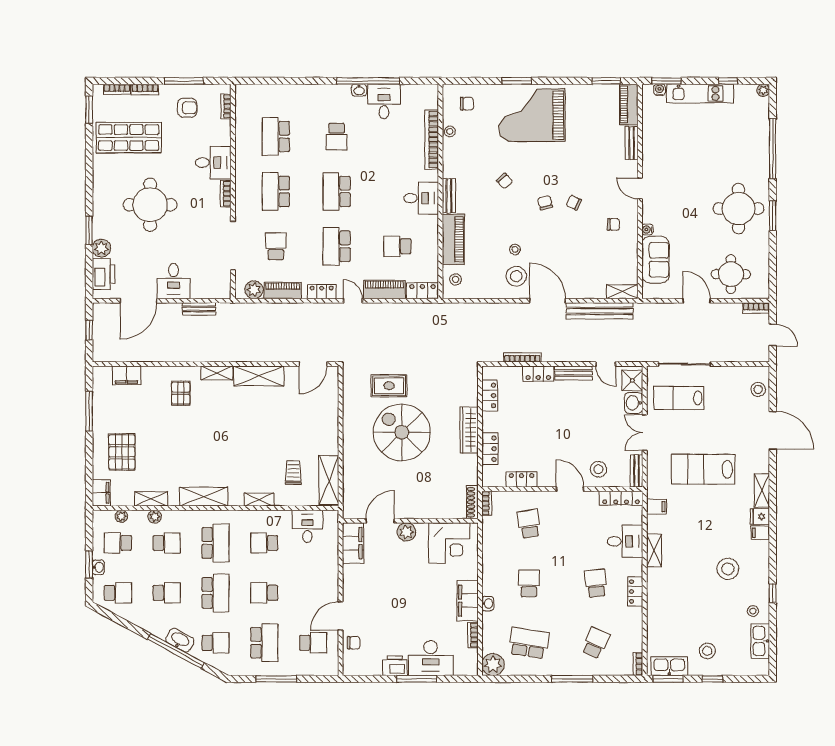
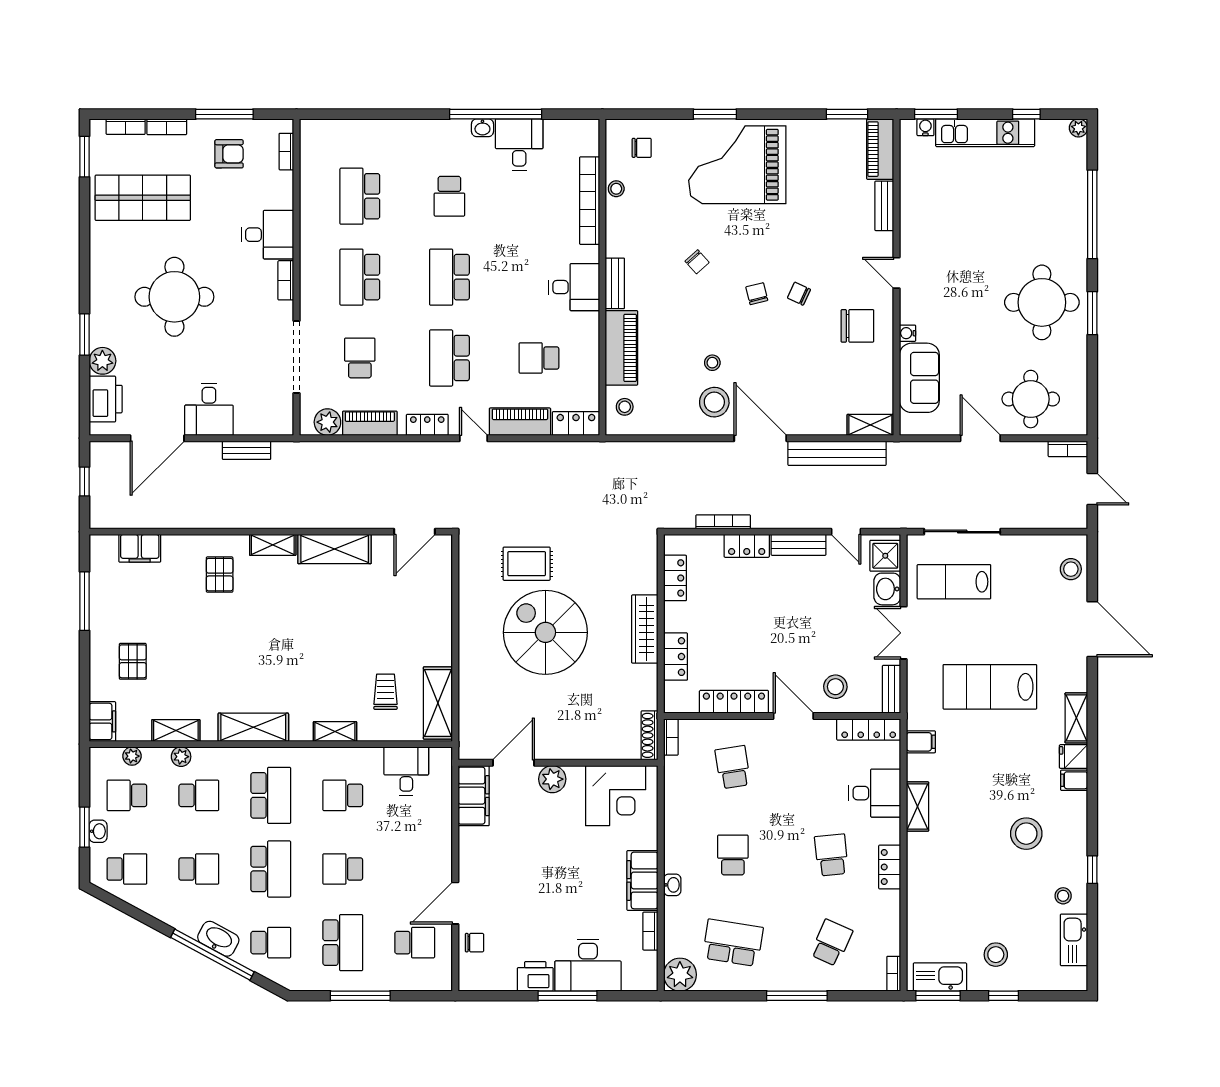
chair: (613, 224) -> (857, 326), width x1.87, depth x1.87
pallet: (122, 452) -> (133, 661), width x0.67, depth x0.71
locker: (522, 479) -> (734, 702), width x1.53

